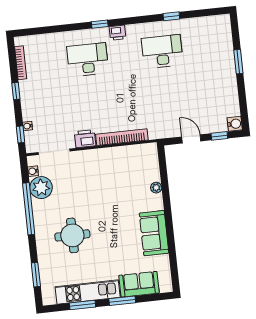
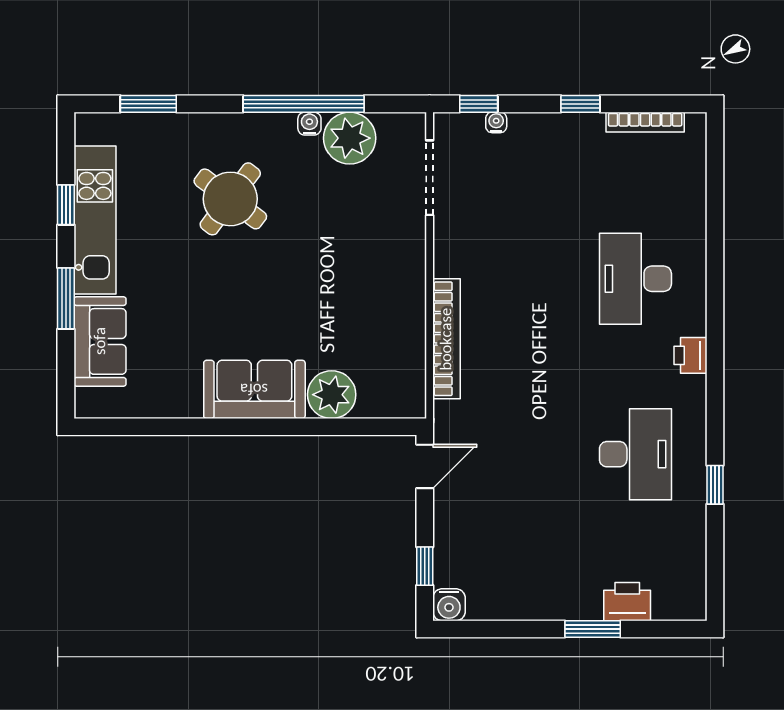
window: (100, 24) -> (715, 316), removed
desk: (88, 60) -> (635, 279), turned 180
printer: (85, 139) -> (627, 602), moved, turned -90
door: (191, 139) -> (425, 466), moved
water cooler: (33, 171) -> (309, 124), moved
plant: (156, 188) -> (332, 395), width x1.88, depth x1.88
sofa: (154, 233) -> (254, 389), moved
round table: (72, 235) -> (230, 199), turned 37
window: (82, 305) -> (66, 205), width x0.67

